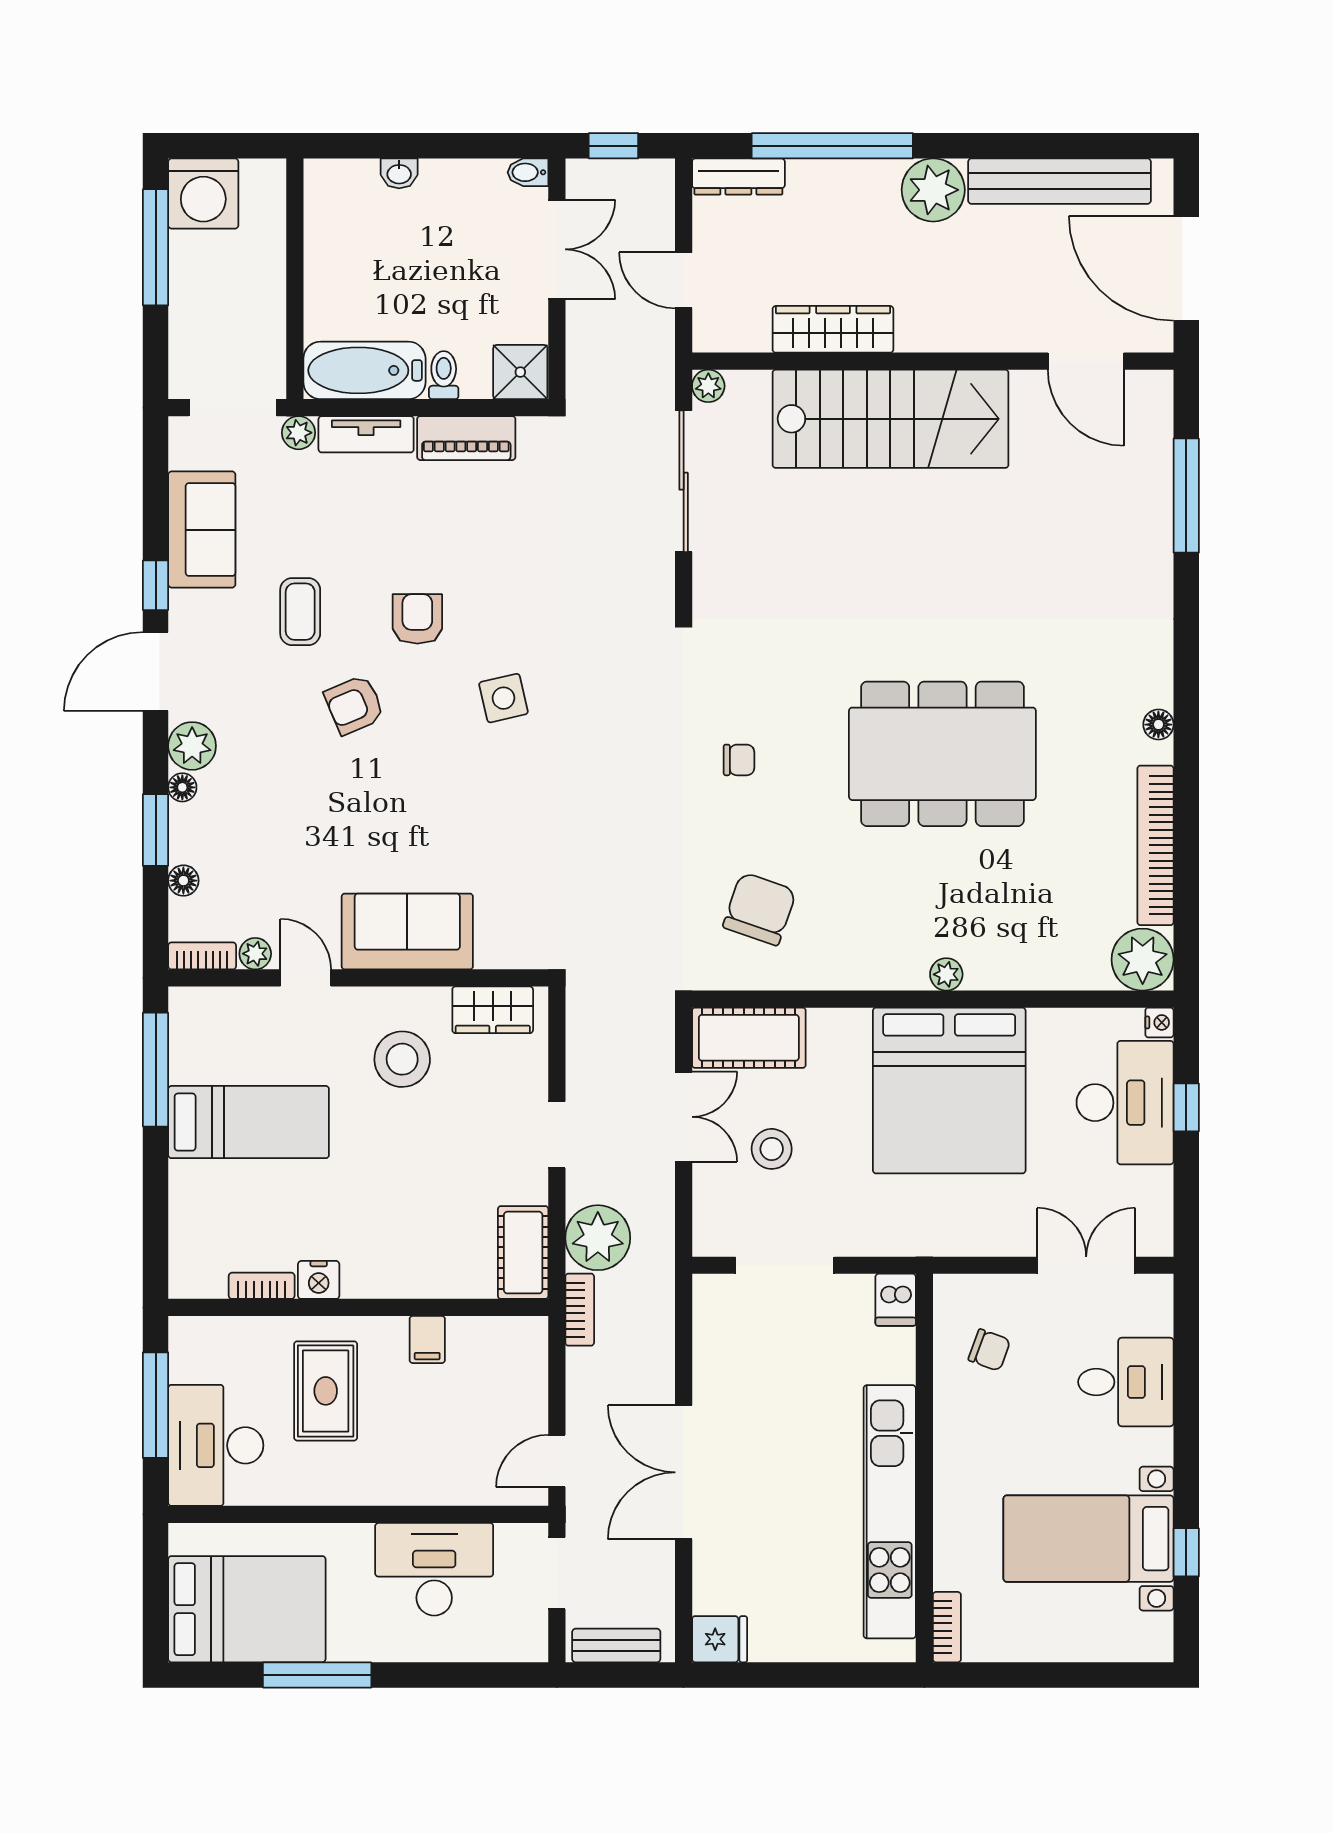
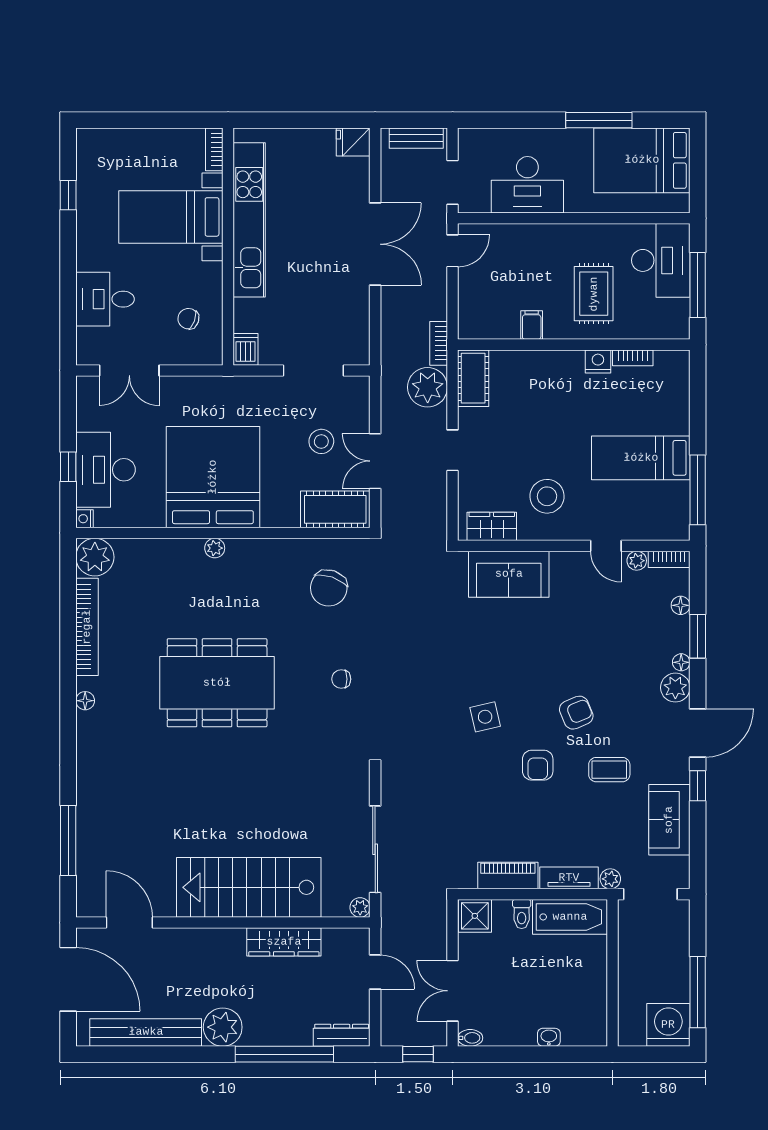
coffee table: (300, 612) -> (609, 770), turned 90
sofa: (407, 932) -> (509, 574), moved
bed with nightstands: (1088, 1539) -> (171, 217), moved, turned 180

